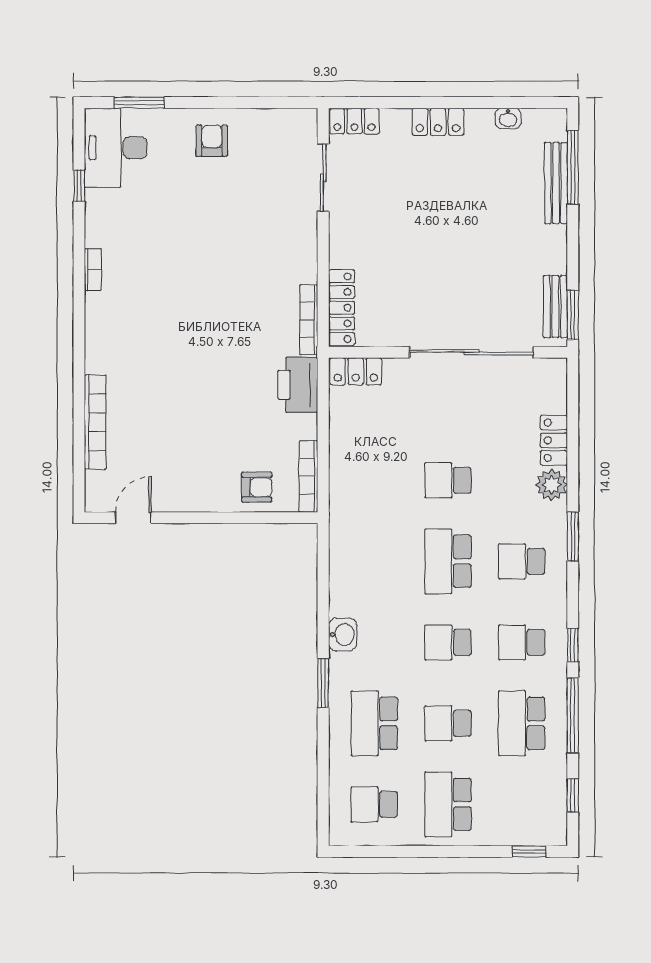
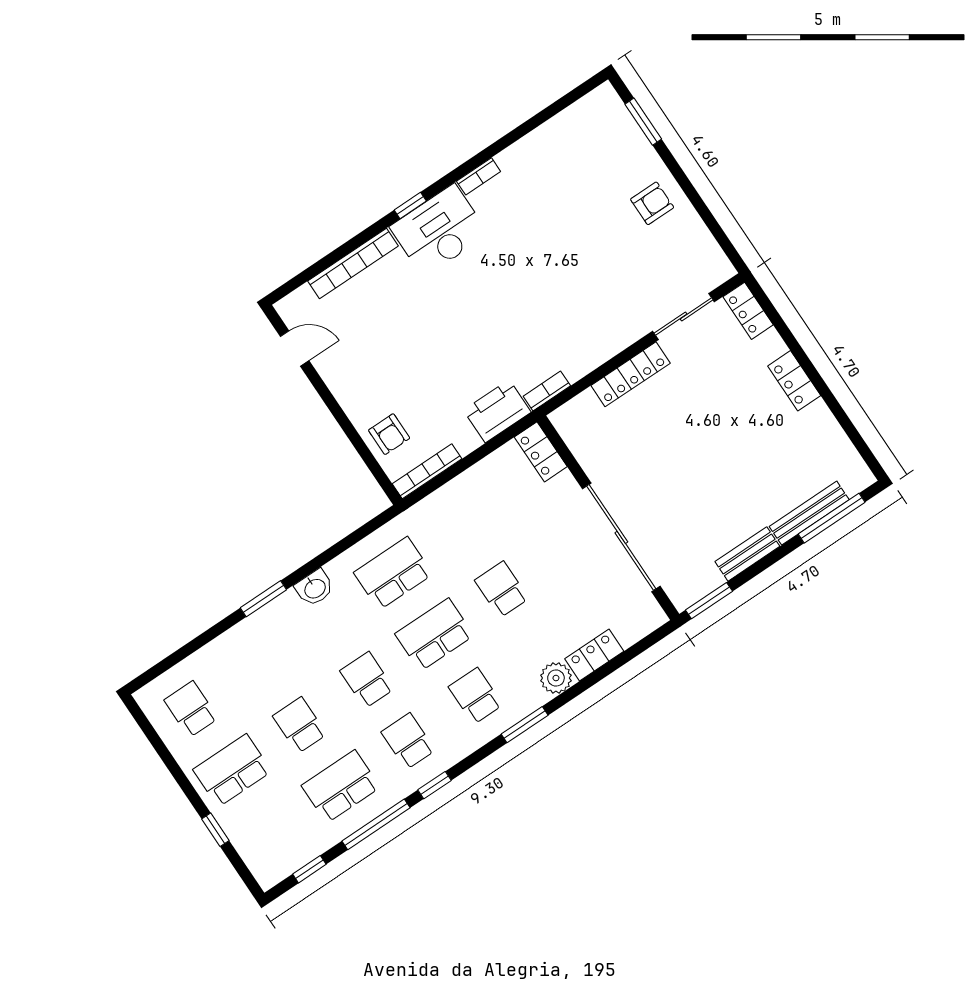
washbasin: (508, 118) -> (836, 437), removed
desk: (116, 148) -> (439, 230), moved
window: (79, 186) -> (410, 206), moved
bench: (555, 307) -> (747, 554), moved
locker: (342, 308) -> (631, 374), moved
bookcase: (309, 320) -> (547, 391), width x0.64
school desk: (374, 723) -> (393, 573), moved
window: (529, 851) -> (215, 830), moved

